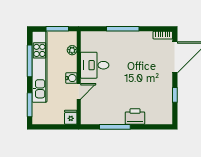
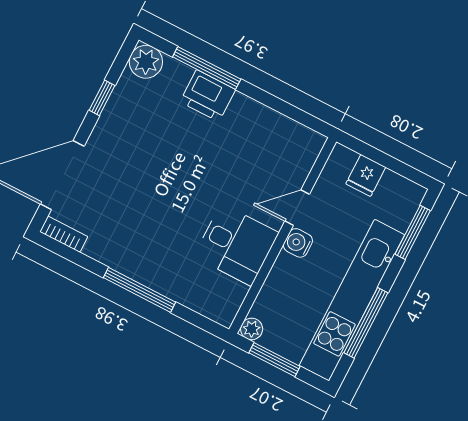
plant: (72, 50) -> (252, 329), moved
fridge: (71, 117) -> (366, 175), moved
plant: (165, 117) -> (146, 62), added
window: (115, 127) -> (207, 68), moved

